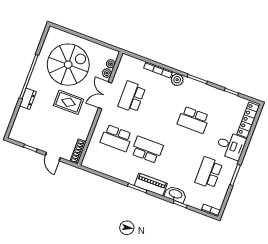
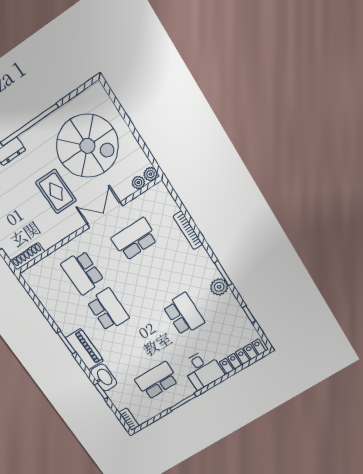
plant: (107, 73) -> (150, 174), moved
plant: (177, 80) -> (219, 287), moved
school desk: (193, 120) -> (184, 314), turned 180

